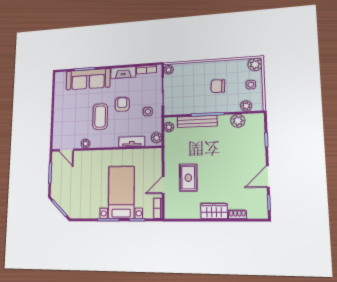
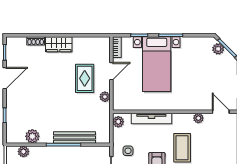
plant: (169, 127) -> (105, 97), moved
tv unit: (132, 142) -> (151, 118), width x1.41
plant: (67, 207) -> (218, 49), added

